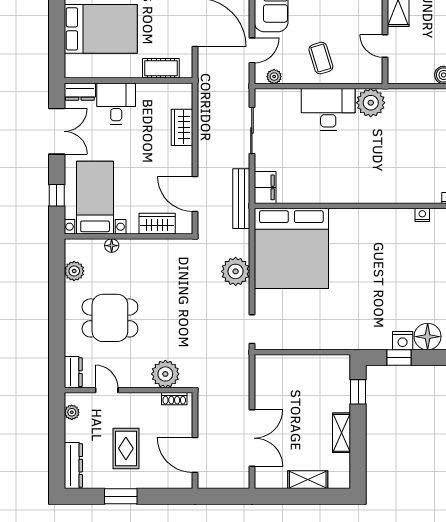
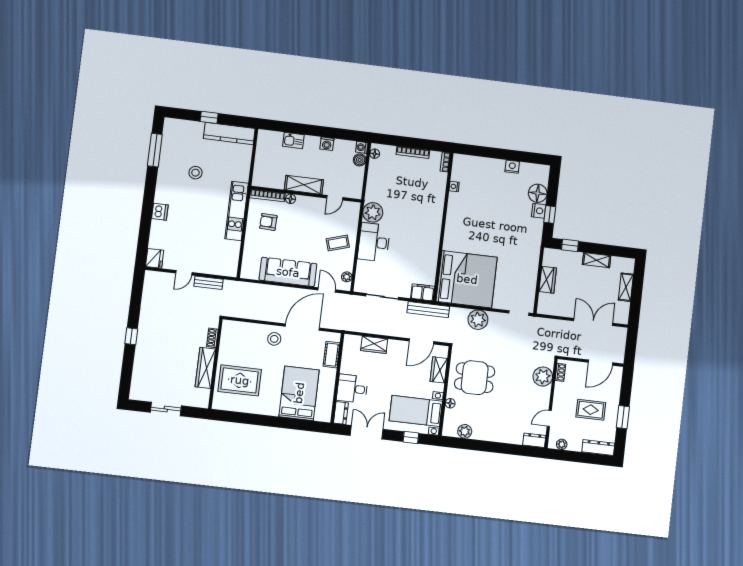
dining table: (110, 318) -> (475, 378), moved, turned 90
wardrobe: (305, 365) -> (548, 280), added

